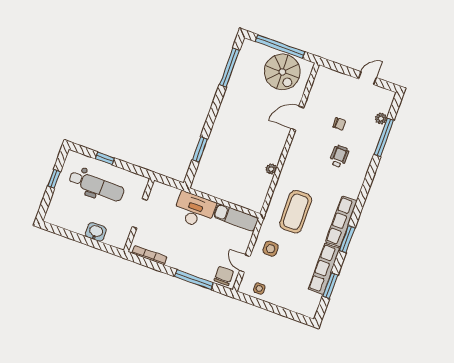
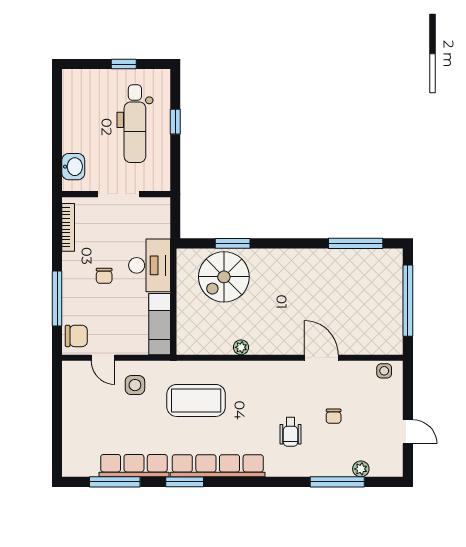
spiral stairs: (282, 72) -> (224, 277), moved
wheelchair: (339, 156) -> (290, 432), turned 90
row of seats: (341, 221) -> (218, 466), width x1.36
washbasin: (96, 232) -> (73, 167), moved
chair: (190, 243) -> (104, 276), added
door: (245, 263) -> (103, 358), swing flipped
window: (330, 286) -> (115, 482), width x1.44
side table: (259, 289) -> (384, 371), moved

